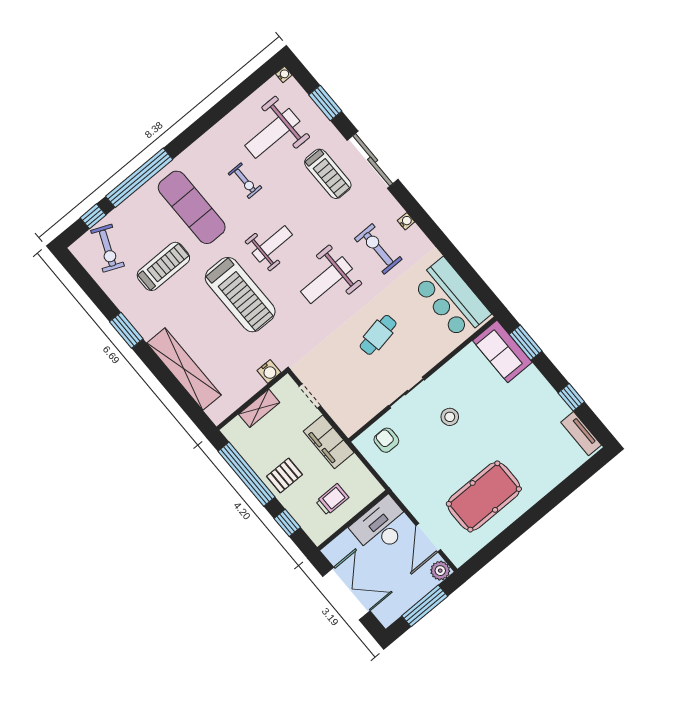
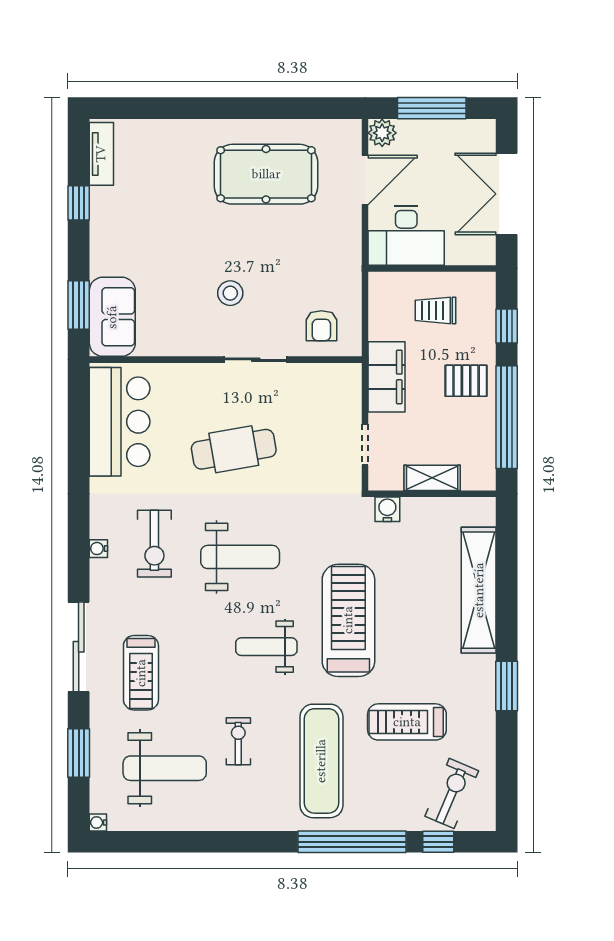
treadmill: (328, 174) -> (141, 673), turned 180
cafe table: (378, 335) -> (234, 449), width x1.37, depth x1.35

